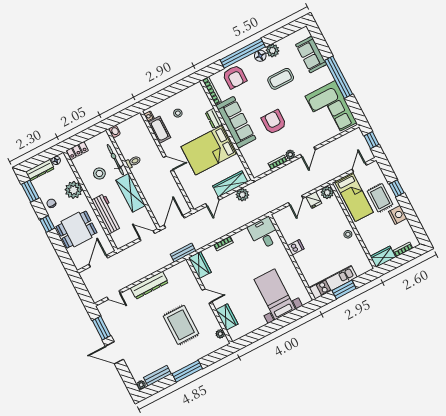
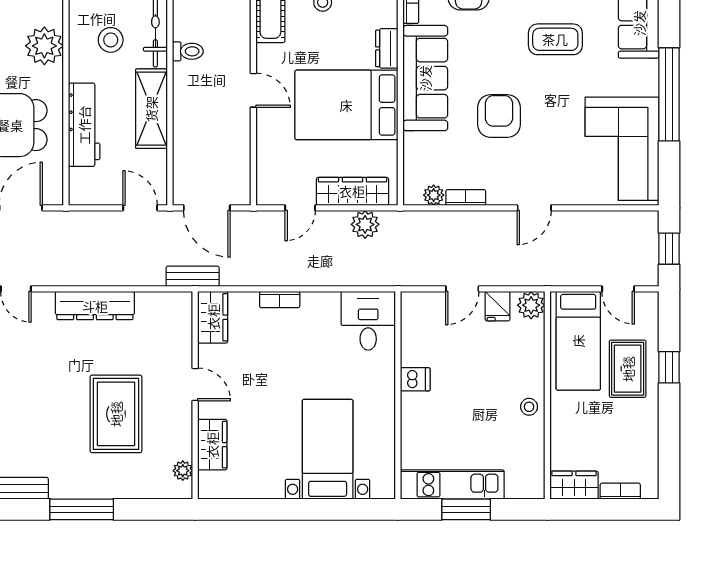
plant: (290, 155) -> (434, 195), moved
door: (359, 167) -> (618, 289), swing flipped
nightstand: (398, 215) -> (644, 420), removed
door: (174, 222) -> (207, 208), swing flipped

